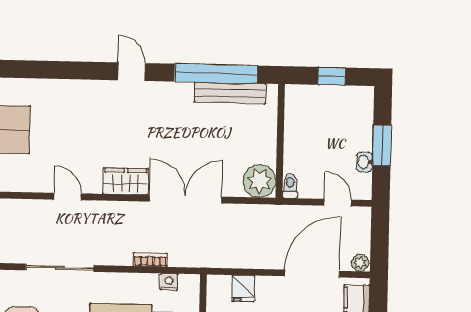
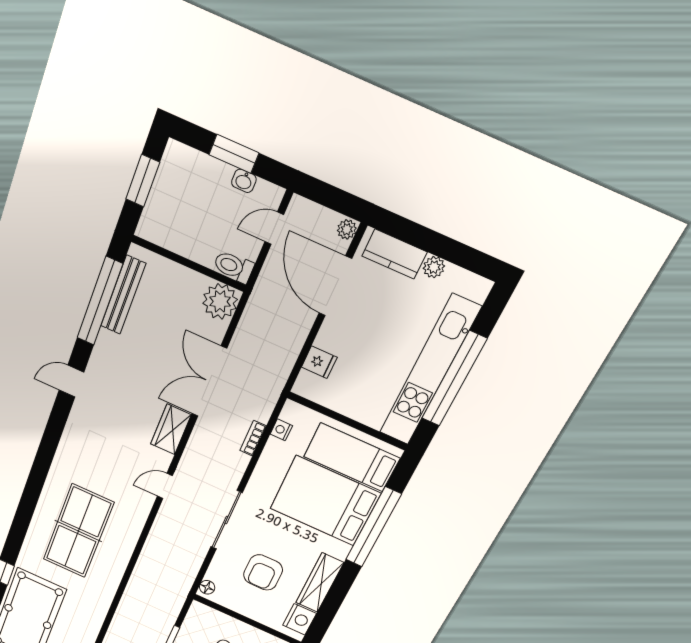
window: (332, 76) -> (143, 181), width x1.50
toilet: (290, 186) -> (234, 267), width x1.37, depth x1.39

